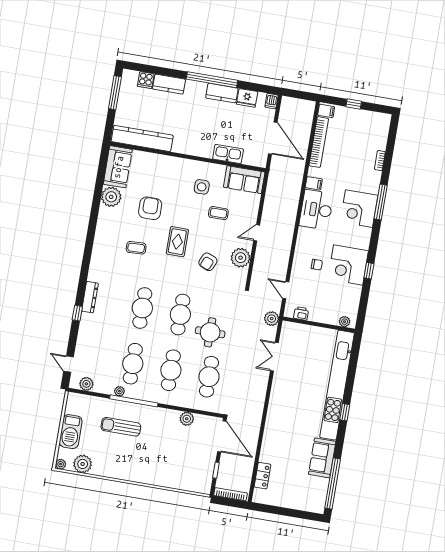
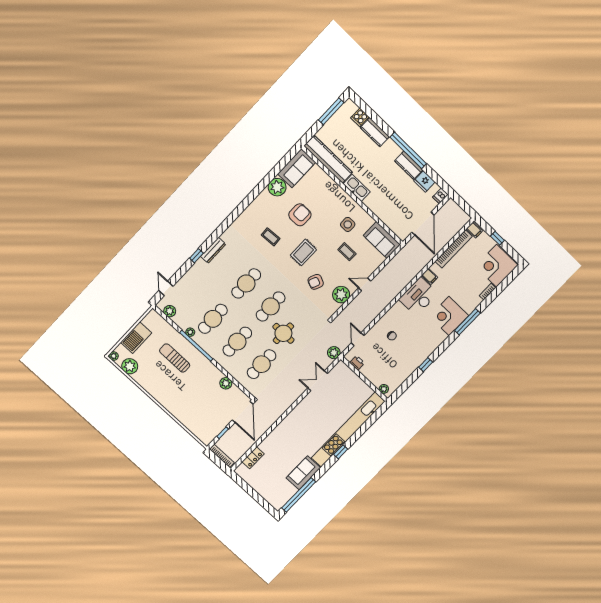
kitchen sink: (228, 154) -> (357, 188), moved
corner desk: (348, 265) -> (497, 266), moved

